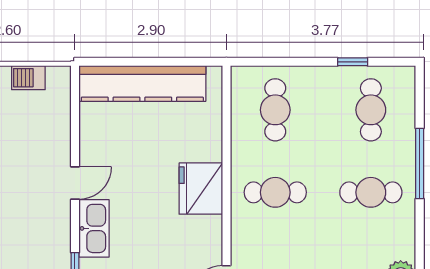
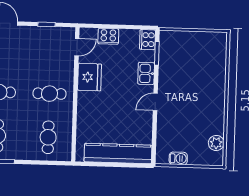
fridge: (201, 189) -> (89, 77), moved
kitchen sink: (94, 228) -> (146, 73), width x0.73

